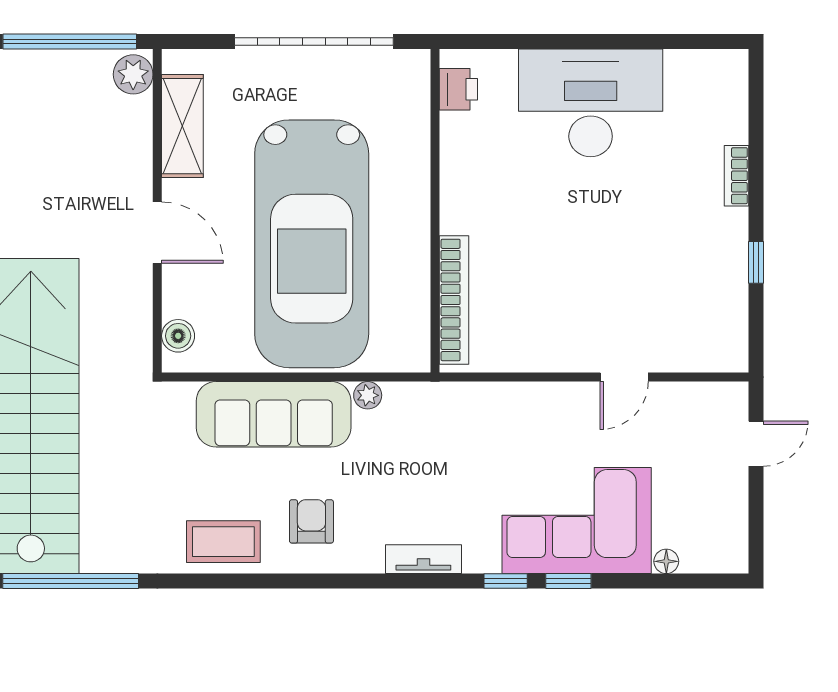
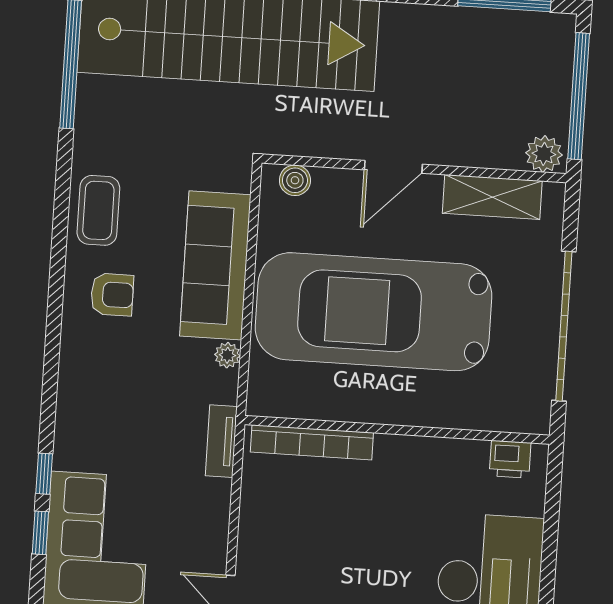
tv unit: (423, 559) -> (221, 441), moved, turned 180

